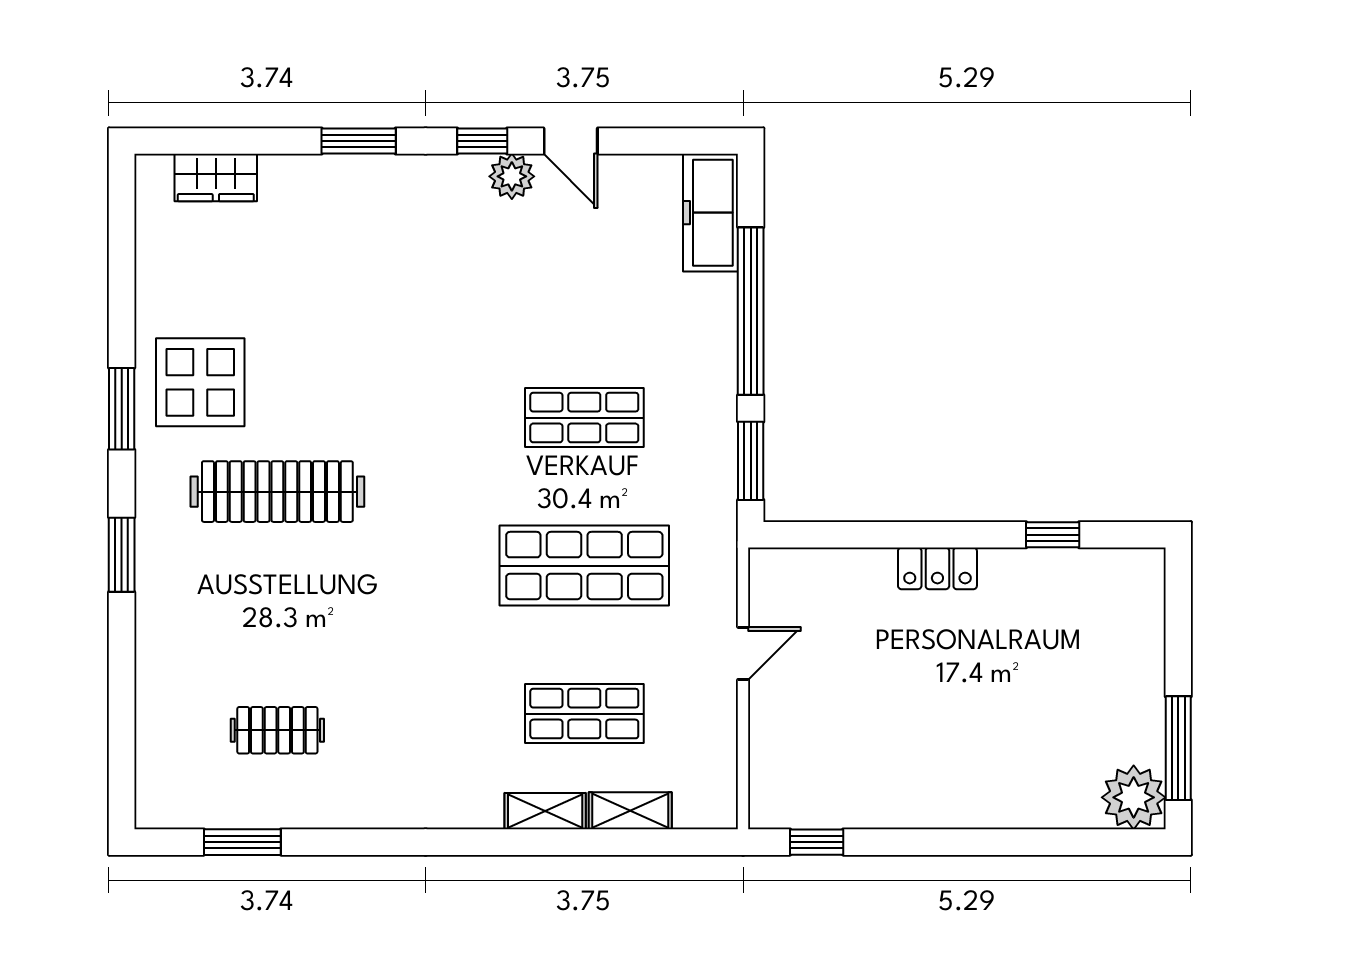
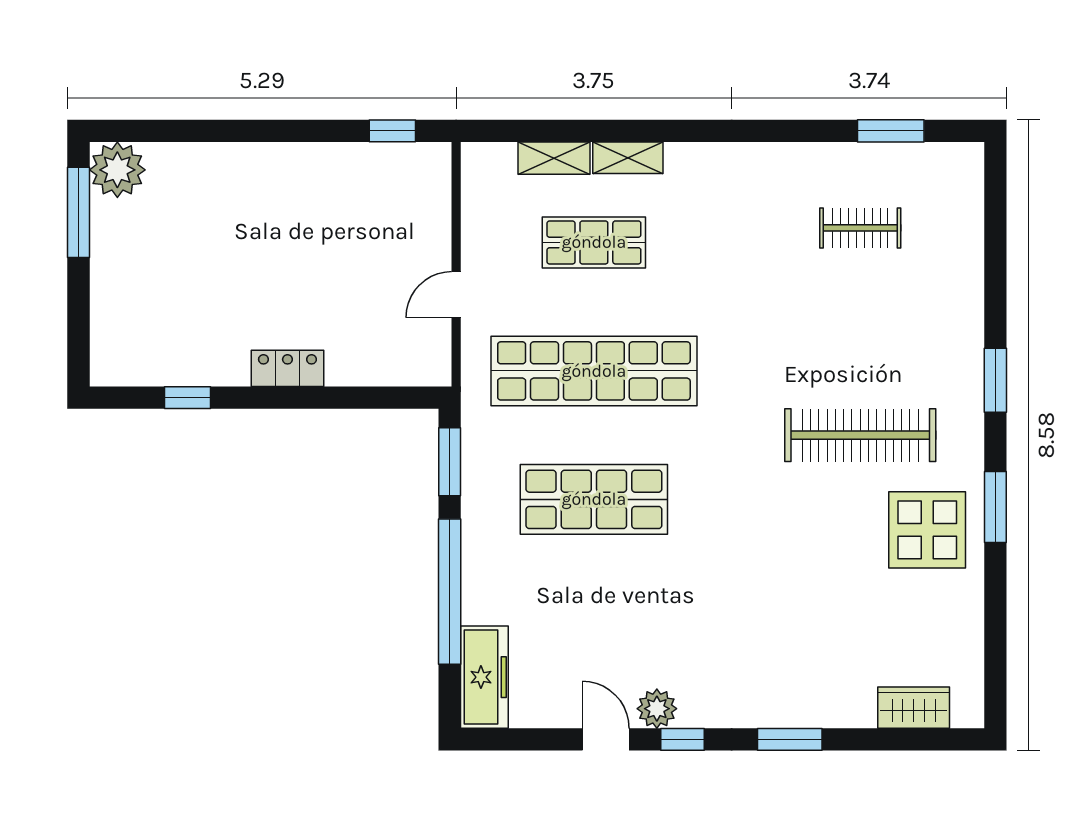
shop shelf: (584, 418) -> (594, 499), width x1.43, depth x1.36
shop shelf: (584, 566) -> (594, 371), width x1.40

